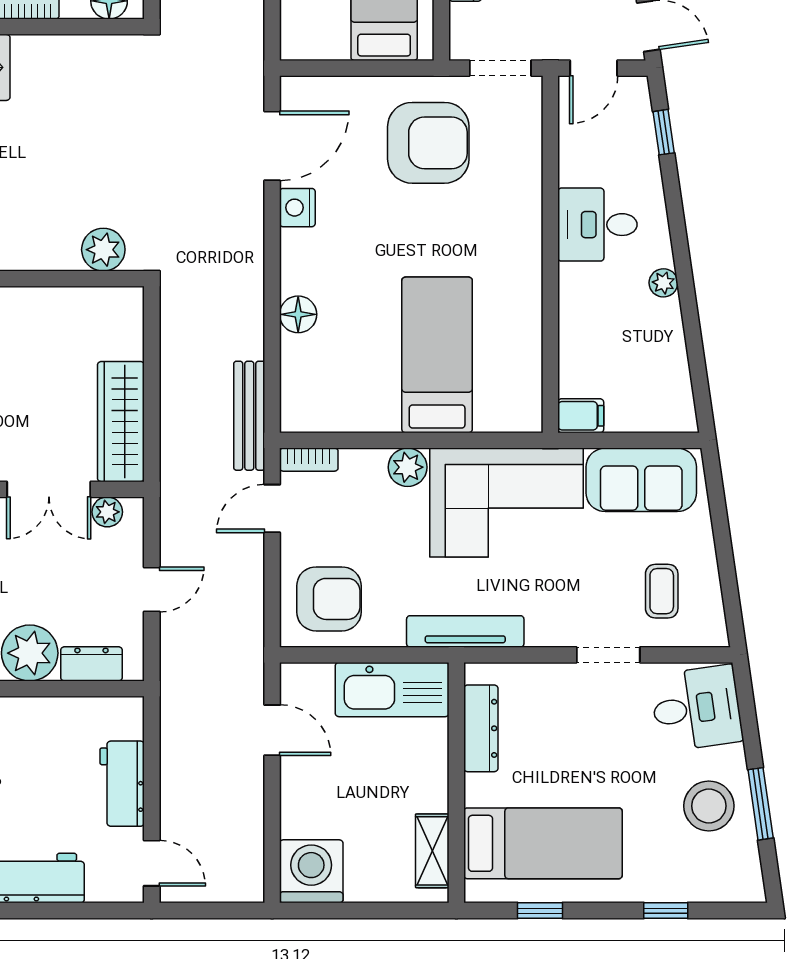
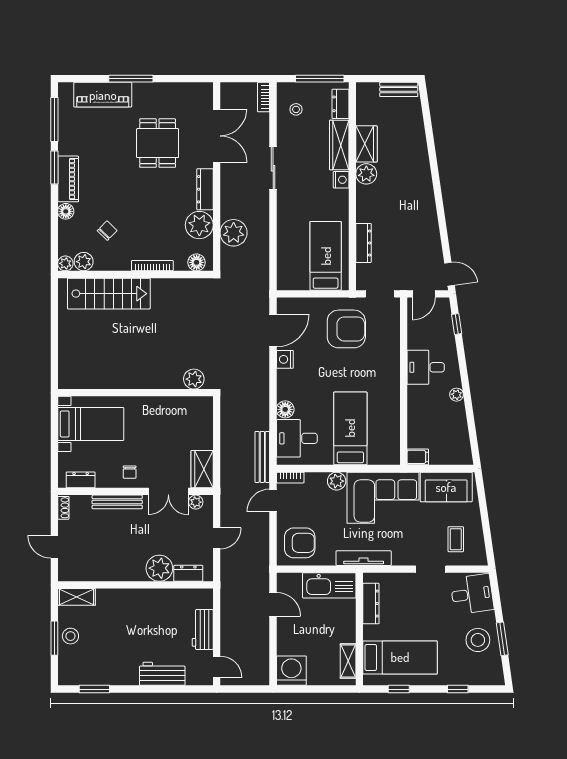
desk: (323, 376) -> (297, 438), added
wardrobe: (121, 422) -> (202, 469), width x0.67

